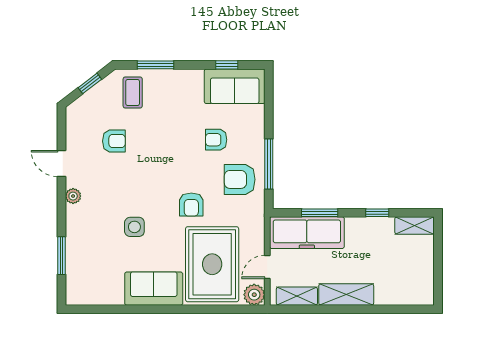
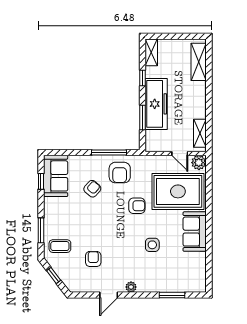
armchair: (216, 140) -> (92, 189), turned -139
freezer: (307, 233) -> (156, 104), moved
shelving: (346, 294) -> (199, 62), moved

